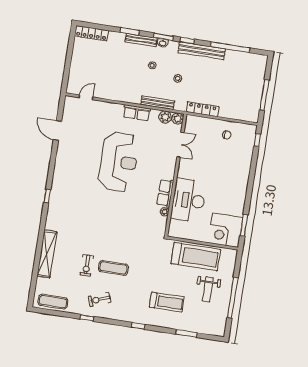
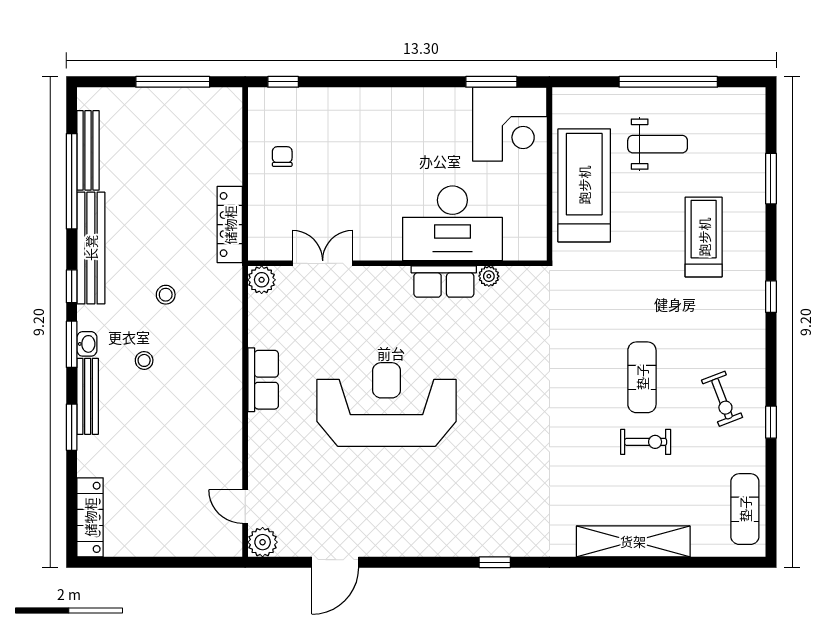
bench: (158, 103) -> (88, 150), moved
plant: (165, 117) -> (263, 542), moved

